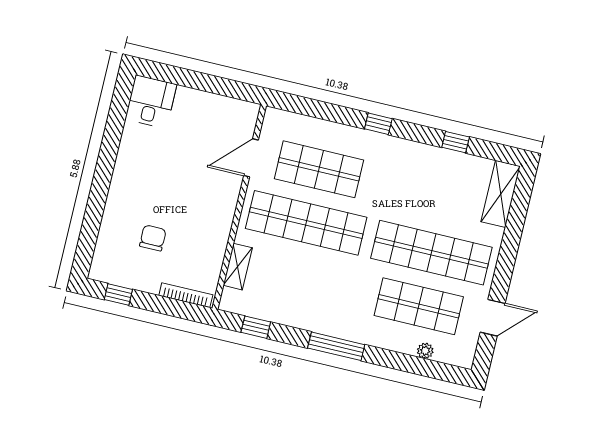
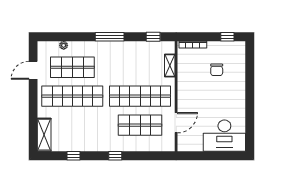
desk: (151, 102) -> (224, 136), width x1.87, depth x1.30

